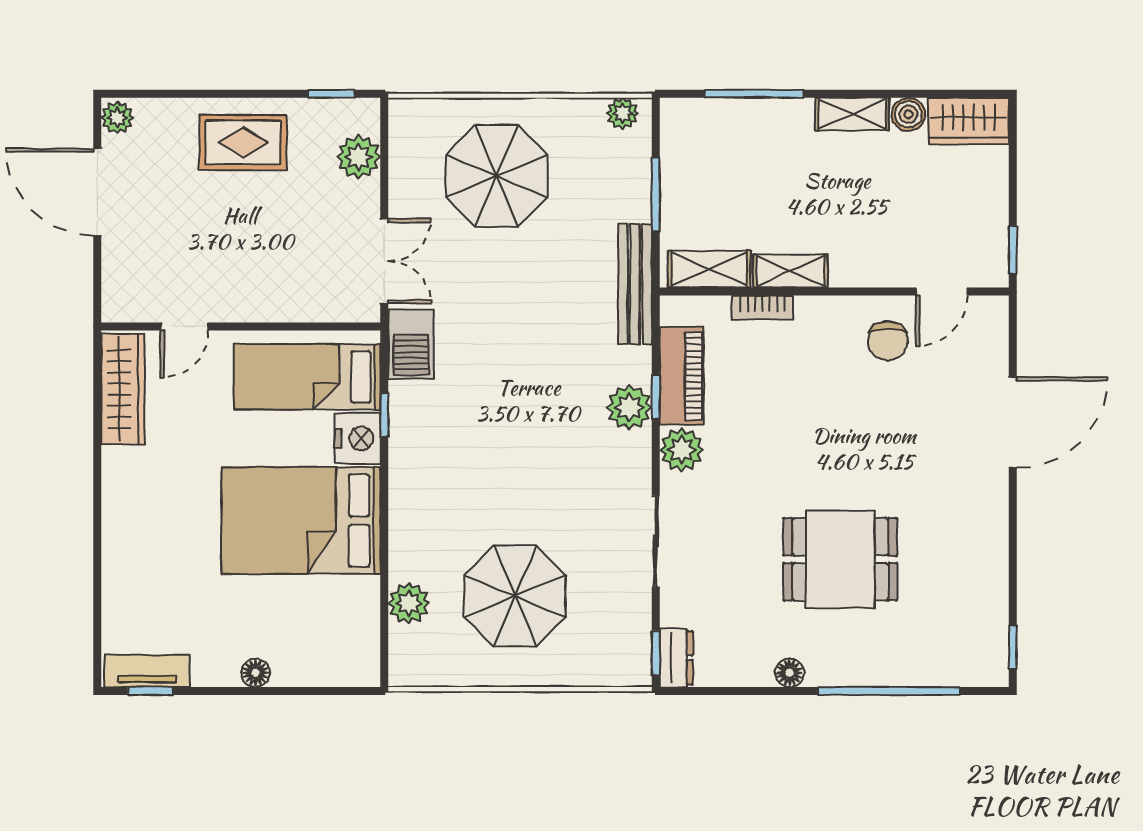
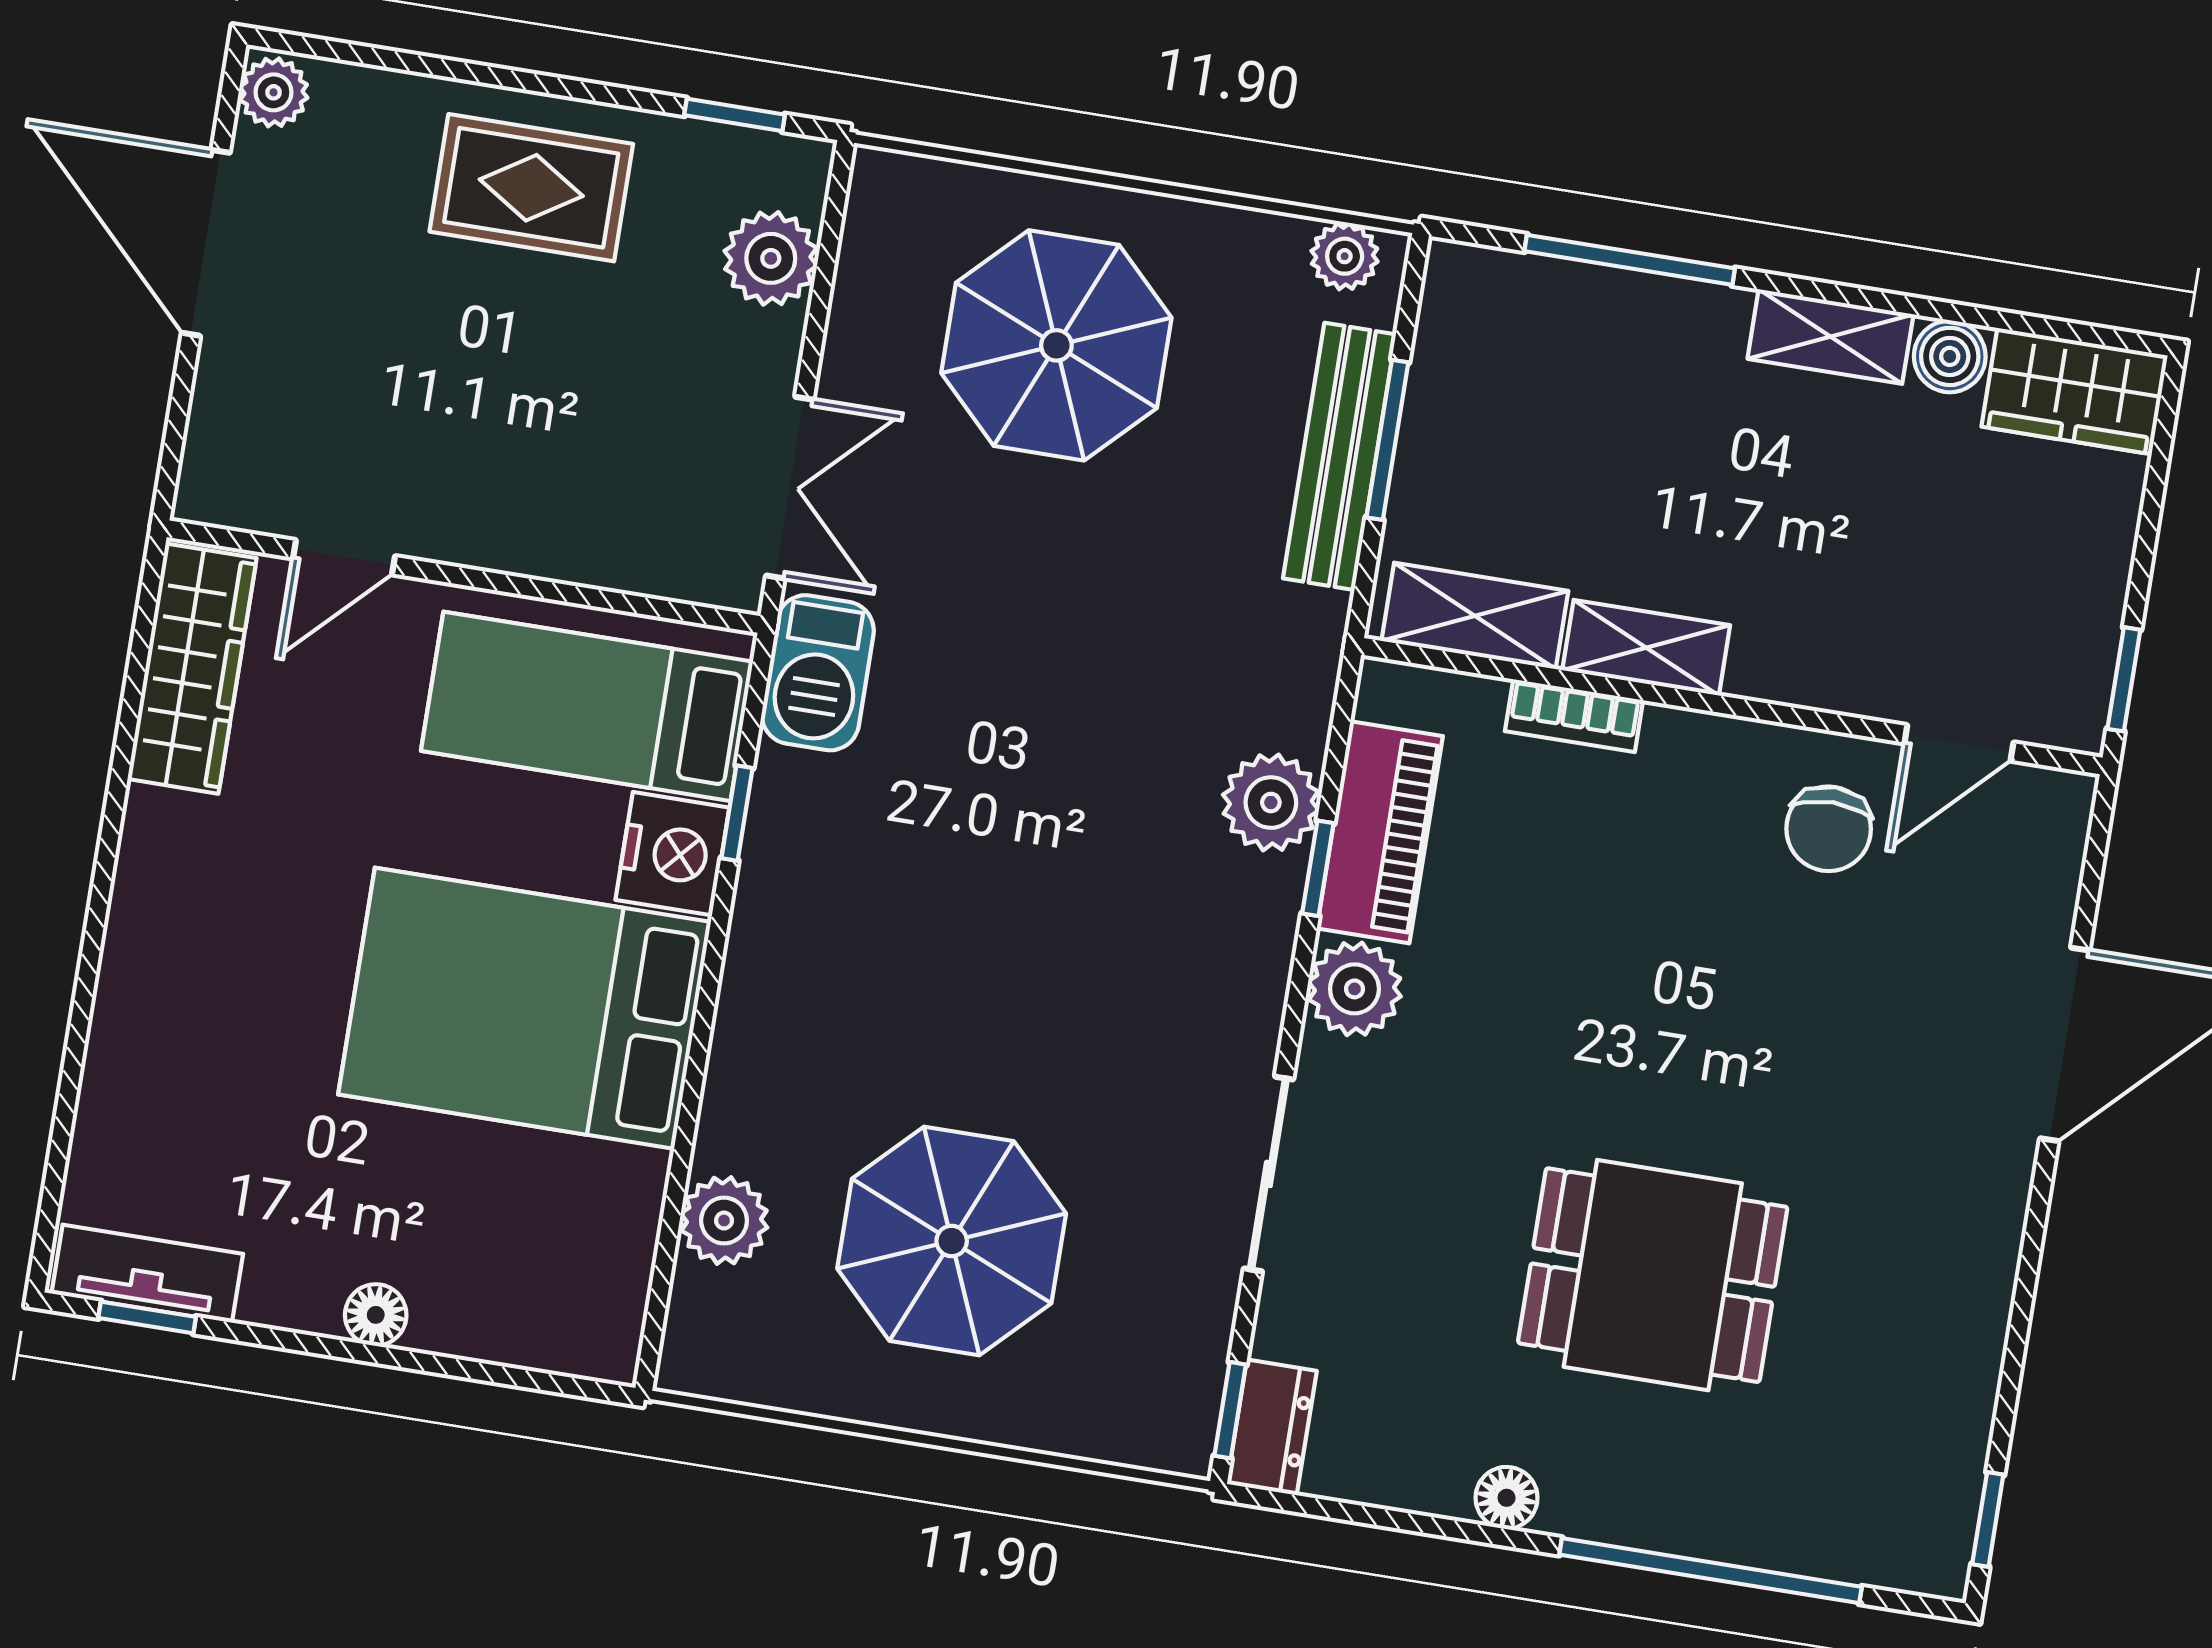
bench: (635, 284) -> (1339, 456), moved
plant: (629, 407) -> (1271, 803), moved

